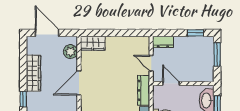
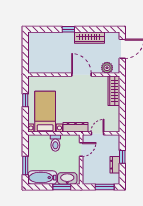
window: (195, 33) -> (122, 157), moved
dresser: (163, 42) -> (115, 165), moved
wardrobe: (93, 43) -> (114, 91), width x1.50

